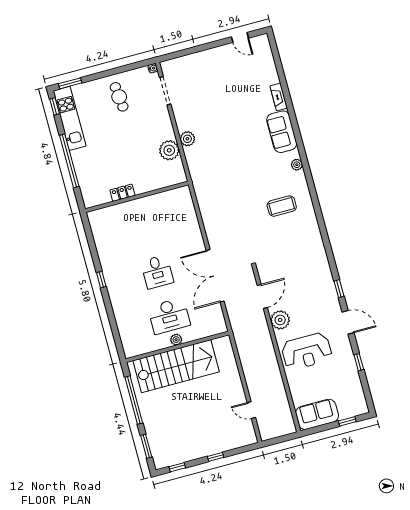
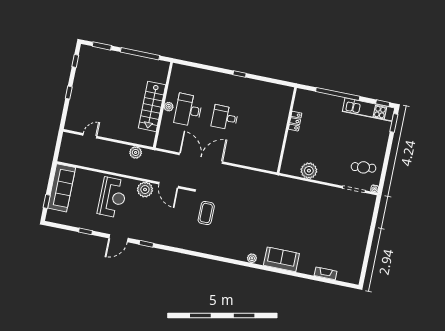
door: (240, 37) -> (365, 263), removed
cafe table: (119, 97) -> (364, 167), moved
fireplace: (279, 97) -> (326, 273), moved
plant: (187, 139) -> (136, 152), moved
coffee table: (282, 206) -> (206, 213), moved
reception desk: (307, 351) -> (112, 197), turned 180
stairs: (176, 366) -> (152, 106), width x0.73, depth x0.66
sofa: (317, 414) -> (62, 188), width x1.36

